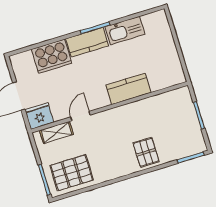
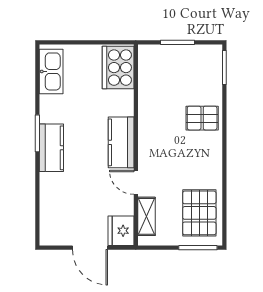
kitchen sink: (125, 30) -> (51, 71), moved
cooker: (52, 56) -> (118, 68), moved, turned 180
kitchen counter: (128, 89) -> (121, 142), moved

